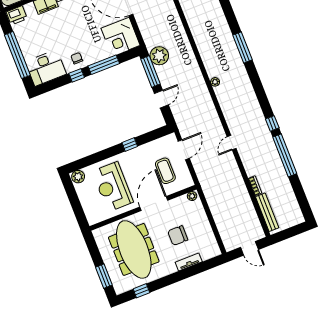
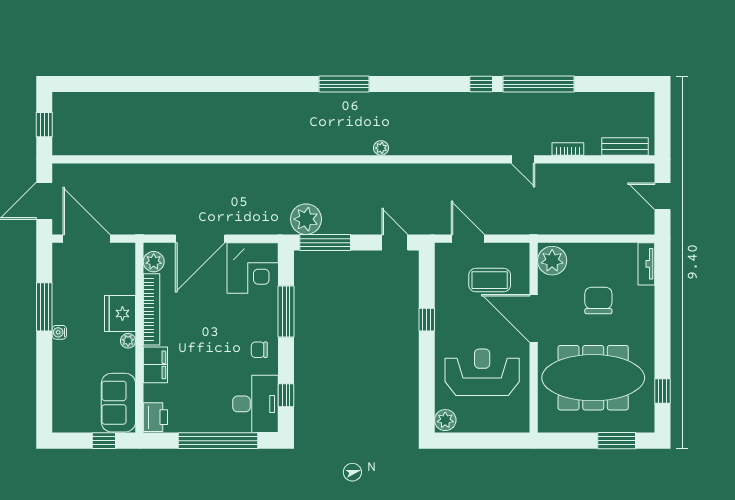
window: (77, 75) -> (286, 395), moved
door: (161, 99) -> (395, 243), moved
door: (232, 143) -> (523, 159), moved
reception desk: (113, 187) -> (482, 372), turned 180
plant: (192, 196) -> (552, 261), width x1.87, depth x1.87
bench: (267, 212) -> (625, 147), width x0.73
chair: (178, 236) -> (598, 300), turned 180
door: (249, 248) -> (662, 196), swing flipped
tv unit: (189, 262) -> (646, 264), moved

